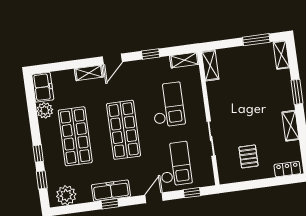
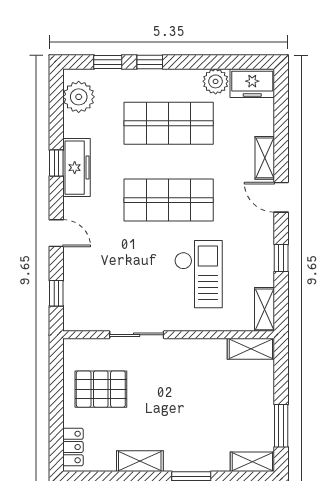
checkout: (168, 105) -> (198, 274), turned -90
pallet: (248, 156) -> (101, 389), width x1.50, depth x1.42
checkout: (175, 164) -> (105, 273), removed

